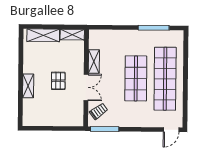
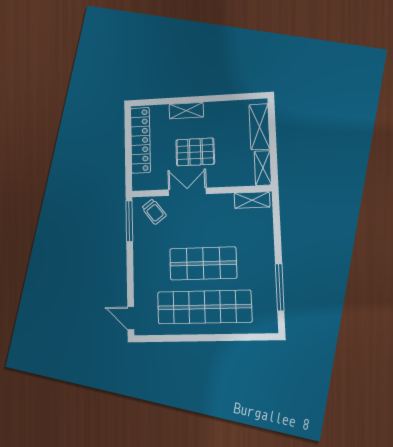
shelving: (94, 61) -> (252, 200), moved
pallet: (58, 81) -> (195, 152), width x1.50, depth x1.42
double door: (86, 87) -> (187, 192), swing flipped
locker: (47, 119) -> (140, 140), added

